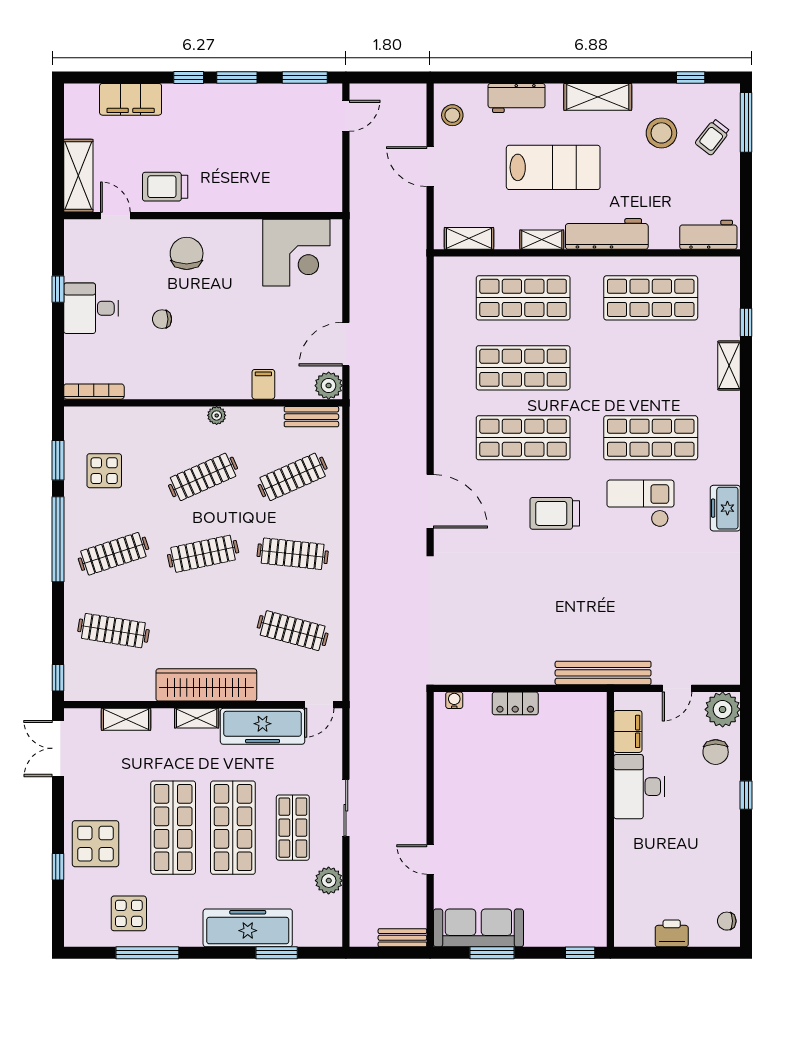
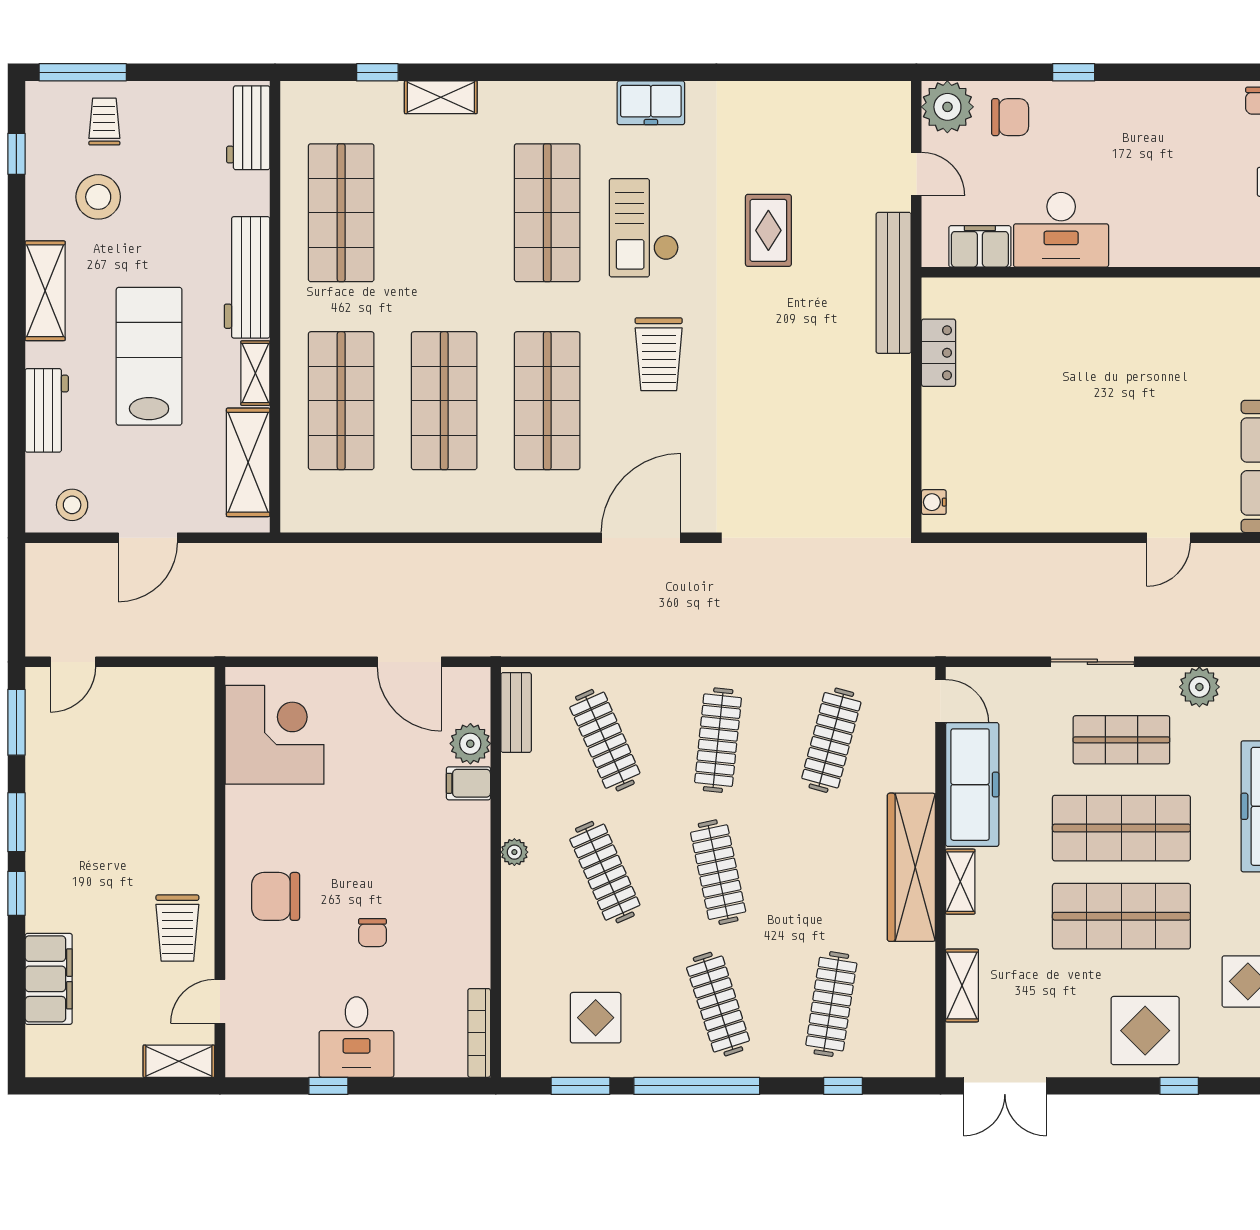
door: (346, 116) -> (73, 662), swing flipped
trolley: (713, 137) -> (104, 122), turned -128
shelving: (78, 176) -> (179, 1061), width x0.67, depth x0.75
shelving: (469, 238) -> (248, 462), width x1.50, depth x1.33
plant: (329, 386) -> (470, 744), moved
rug: (639, 588) -> (768, 230), added
window: (58, 678) -> (843, 1086), moved
locker: (515, 703) -> (939, 353), moved

